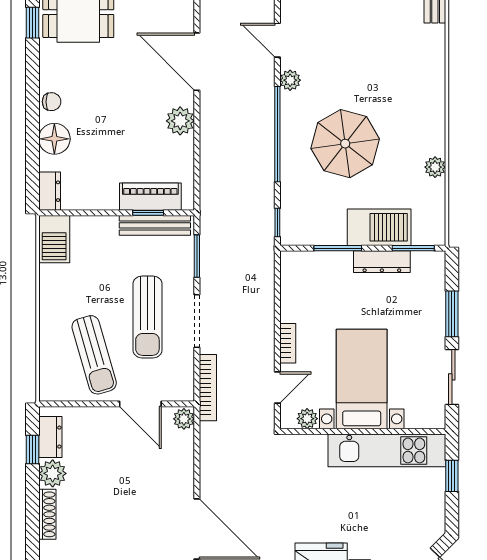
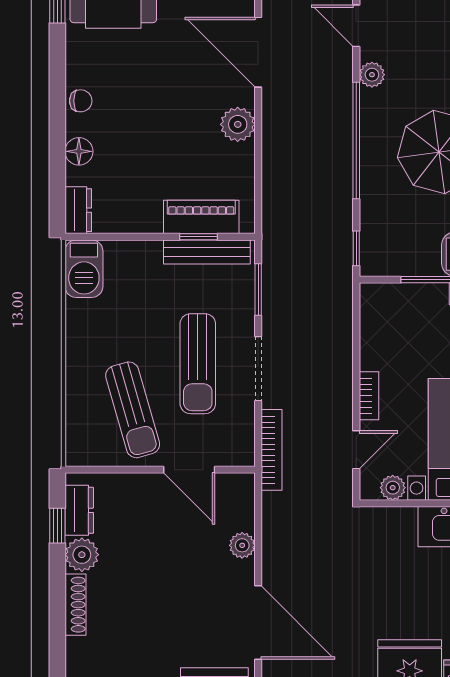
floor lamp: (54, 139) -> (79, 151), width x0.73, depth x0.73
plant: (184, 419) -> (242, 545), moved

